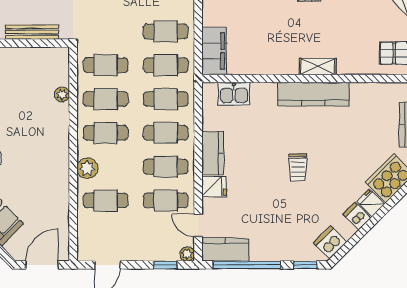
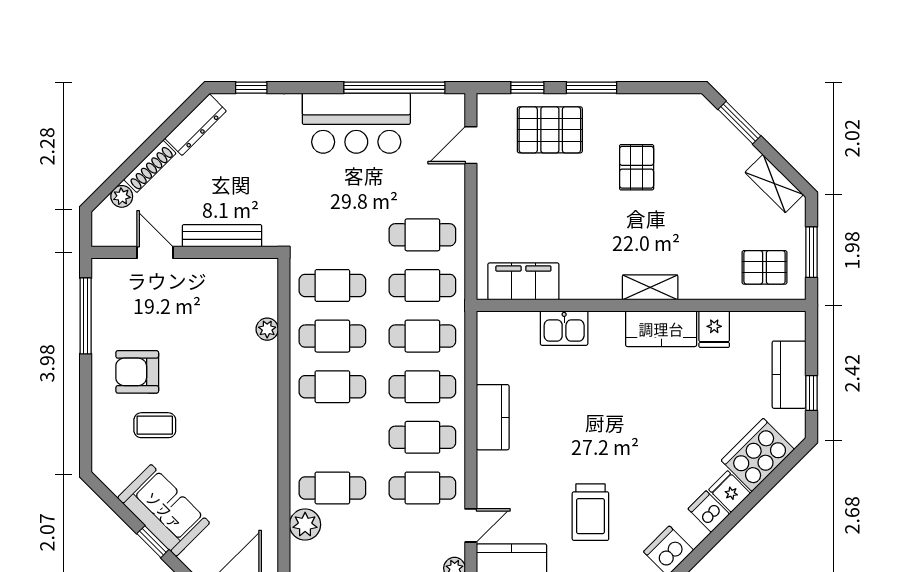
filing cabinet: (214, 51) -> (523, 281), moved, turned -90
kitchen sink: (234, 94) -> (564, 328), moved
kitchen counter: (313, 94) -> (661, 329), width x0.67
plant: (87, 168) -> (305, 525), moved
trolley: (298, 168) -> (590, 512), moved, width x1.36, depth x1.39
fridge: (214, 187) -> (714, 329), moved, turned 90
door: (198, 225) -> (471, 525), swing flipped

